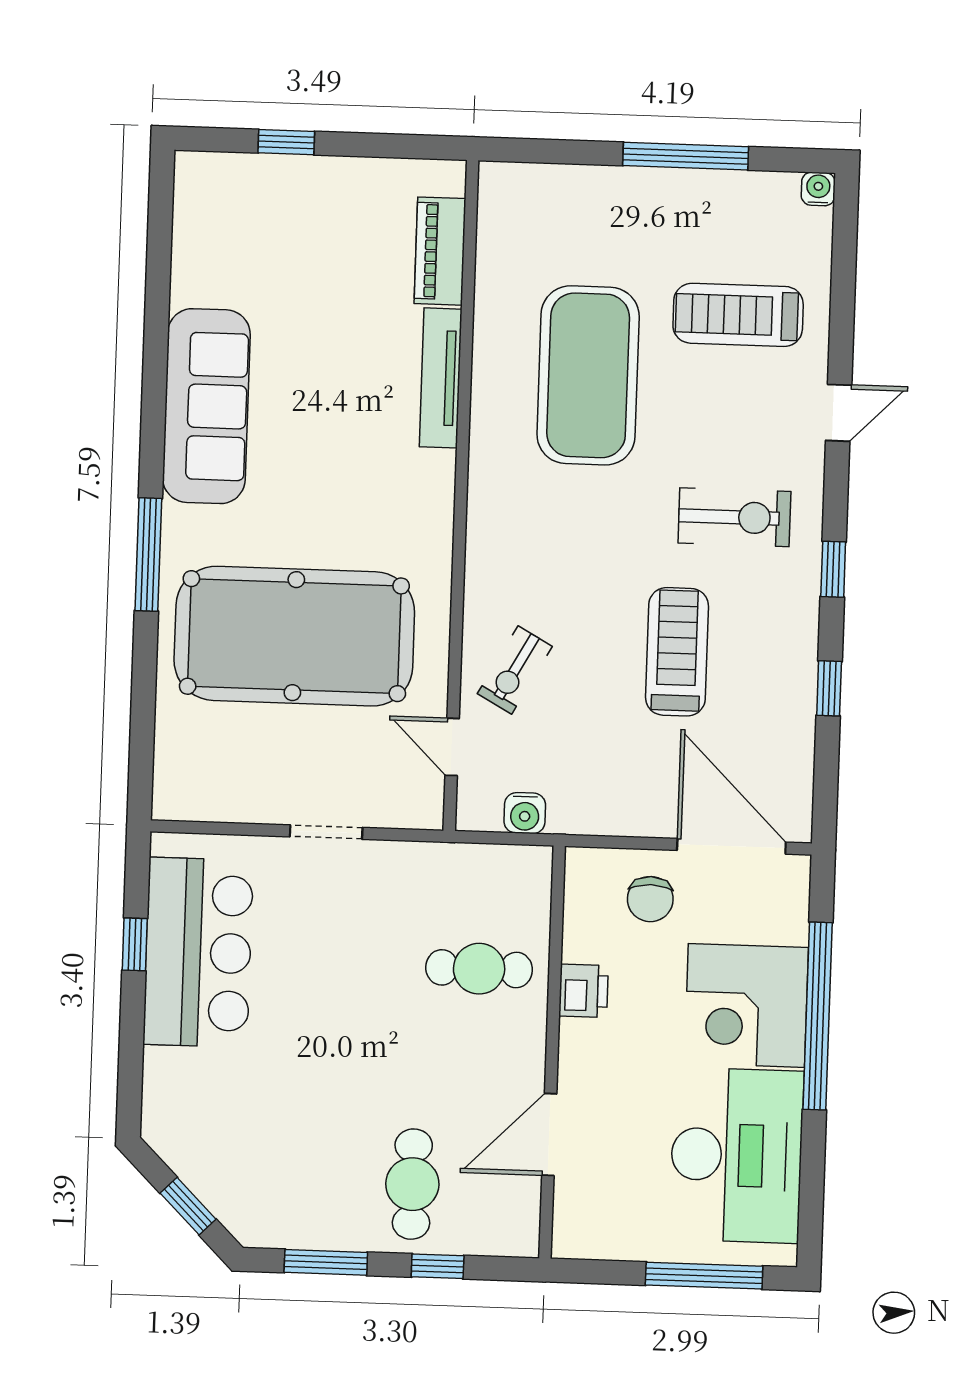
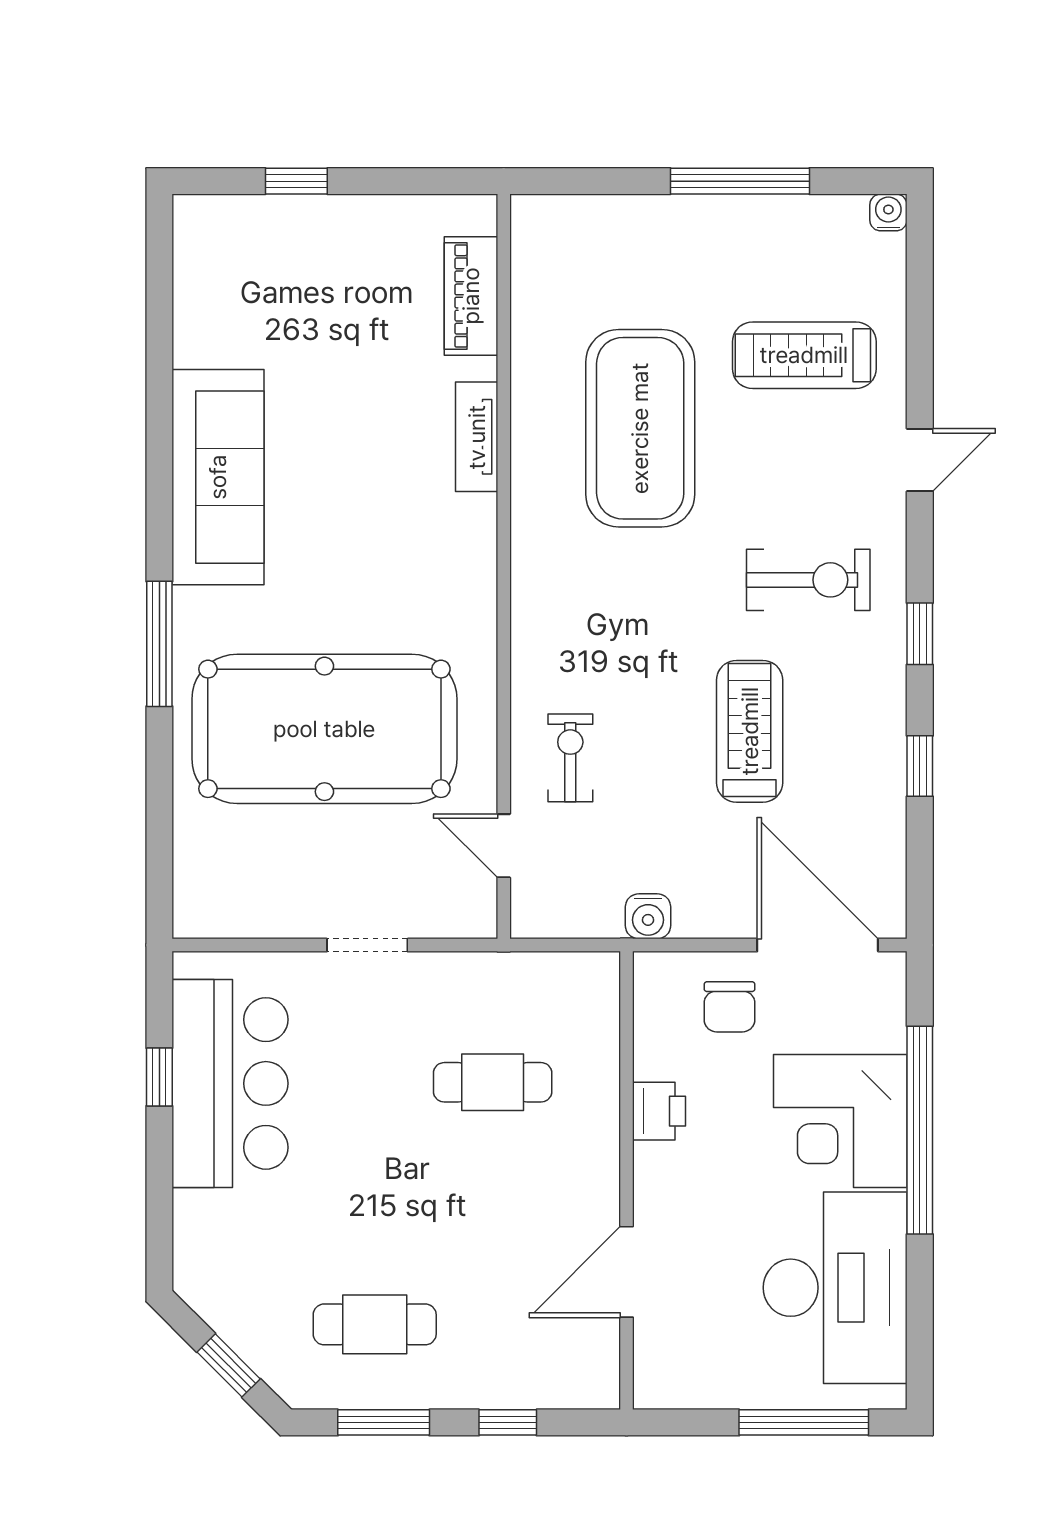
tv unit: (441, 378) -> (477, 437), width x0.71
exercise bike: (515, 670) -> (570, 758), turned 151
water cooler: (525, 813) -> (648, 916), moved
cafe table: (479, 969) -> (493, 1082), moved
cafe table: (412, 1184) -> (375, 1324), moved, turned 90

